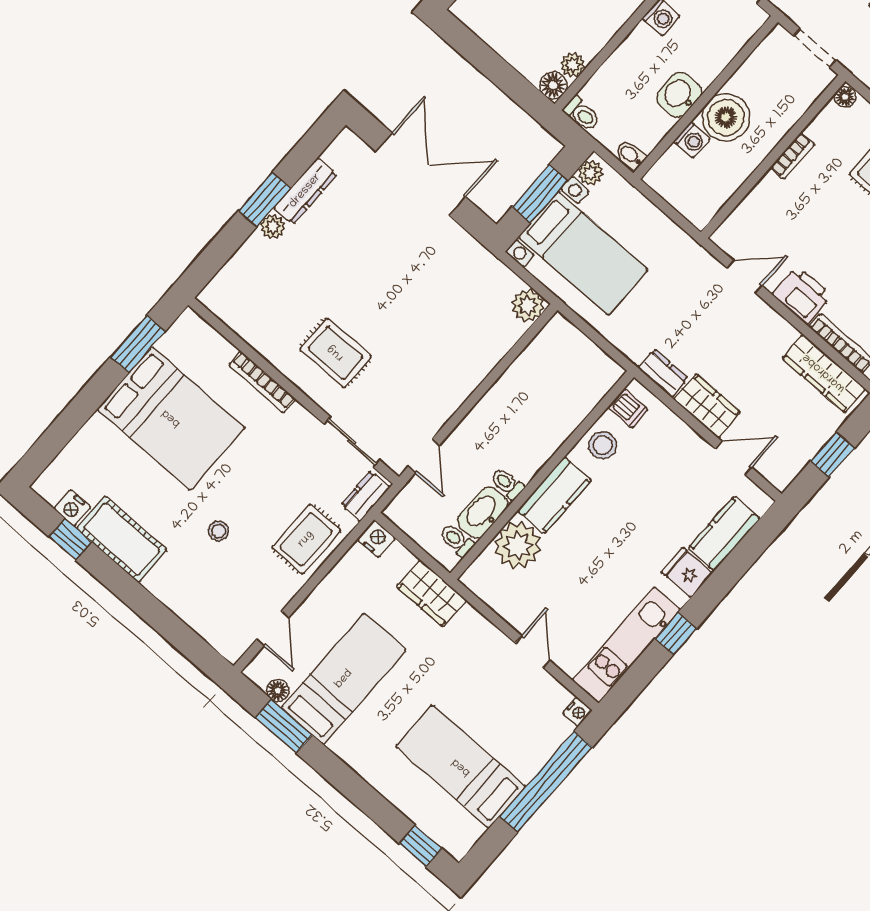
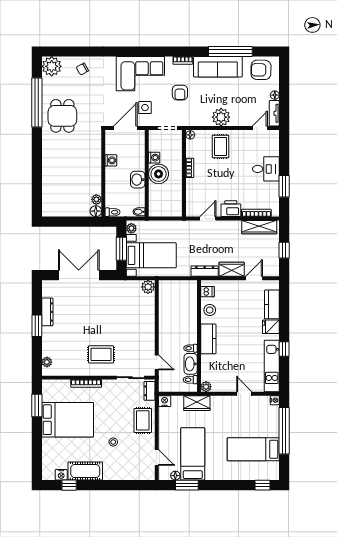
washing machine: (692, 140) -> (154, 158), moved
plant: (273, 227) -> (47, 362), moved
dresser: (663, 373) -> (205, 271), width x1.44
plant: (518, 546) -> (206, 387), moved, width x0.53, depth x0.53

